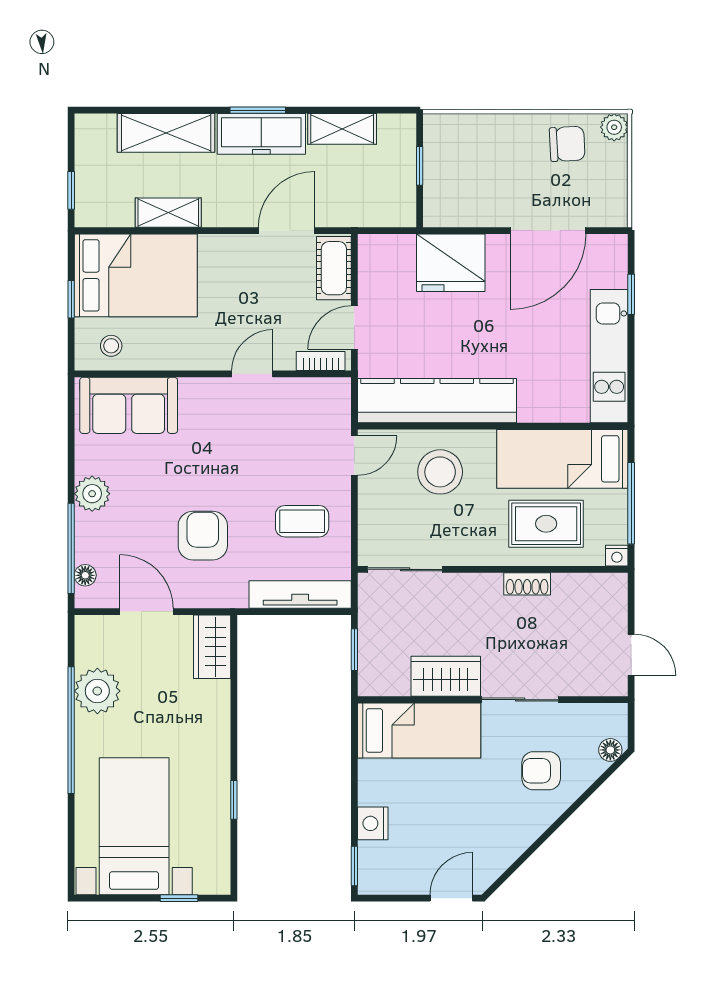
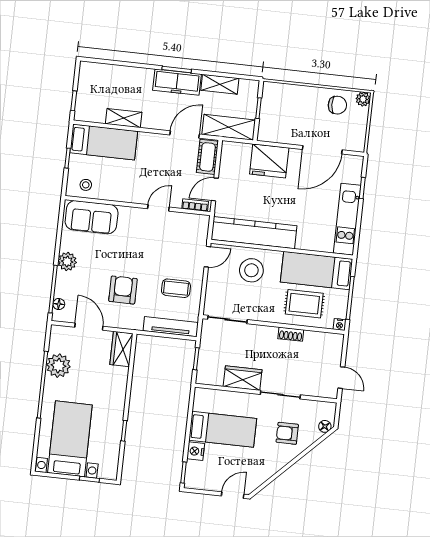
shelving: (166, 133) -> (229, 127), moved
bed: (136, 275) -> (104, 142), width x0.67
bed: (419, 730) -> (223, 429), moved

